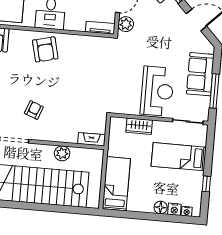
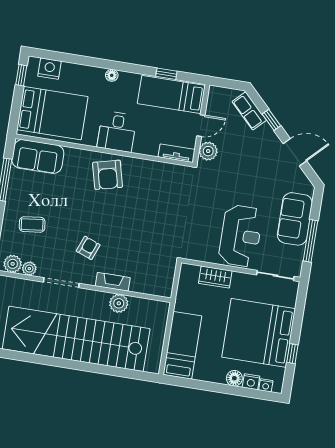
fireplace: (91, 139) -> (113, 282), moved
bed: (179, 157) -> (259, 333), width x2.04

